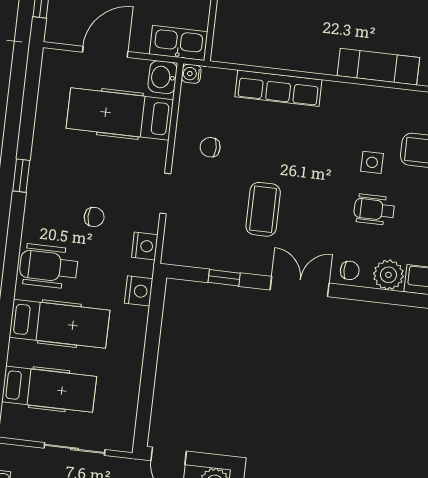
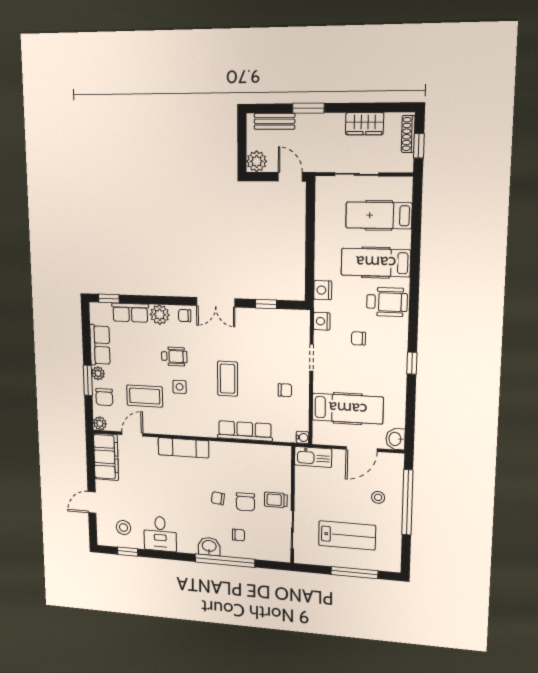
washbasin: (163, 77) -> (395, 439), moved, turned 180
coffee table: (263, 209) -> (228, 379), moved

